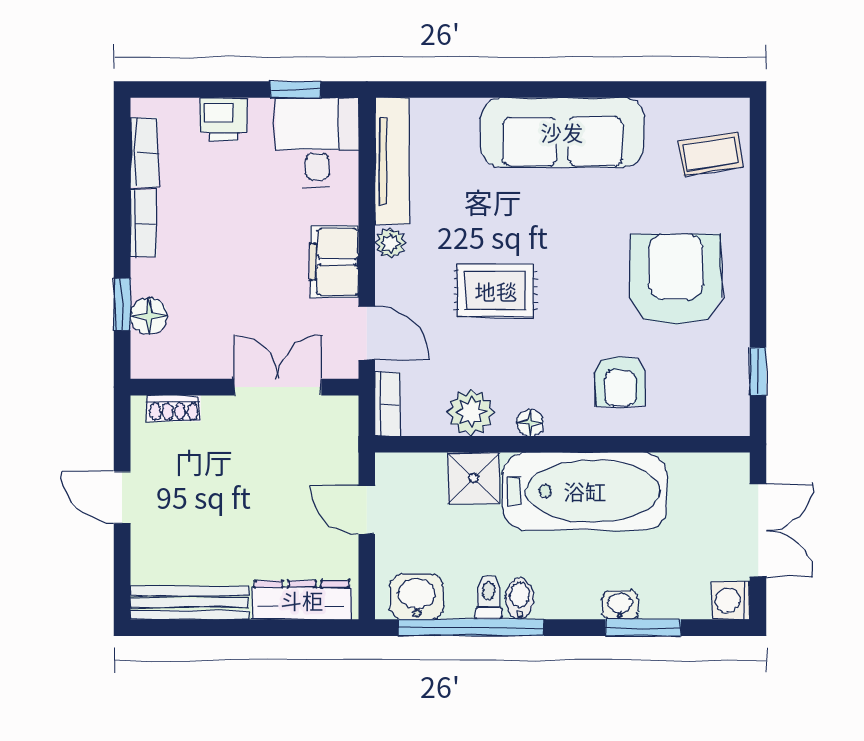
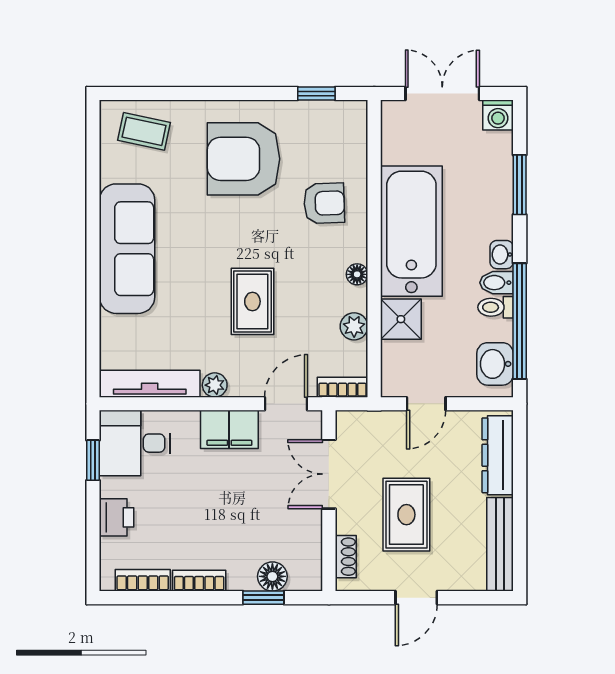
coffee table: (710, 154) -> (144, 131), turned -69
plant: (471, 412) -> (354, 326), width x0.73, depth x0.73
rug: (227, 485) -> (406, 515), added
washbasin: (620, 605) -> (502, 255), moved

